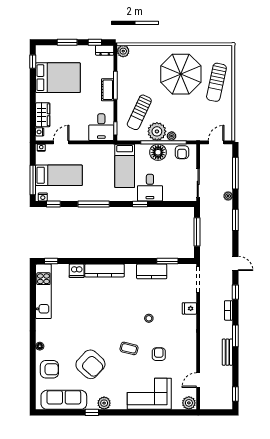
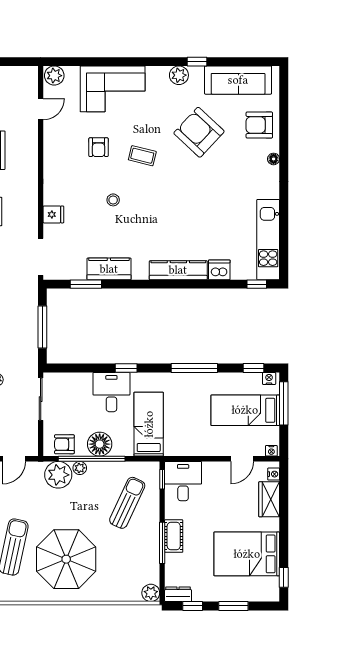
plant: (157, 131) -> (58, 475), moved
armchair: (182, 152) -> (64, 444), turned -90

